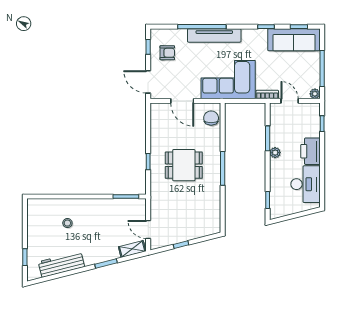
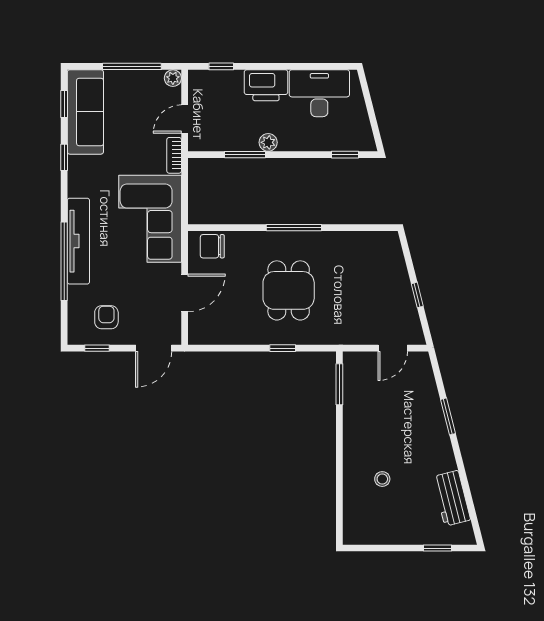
shelving: (132, 249) -> (424, 374), removed
workbench: (61, 264) -> (452, 498), width x0.73

